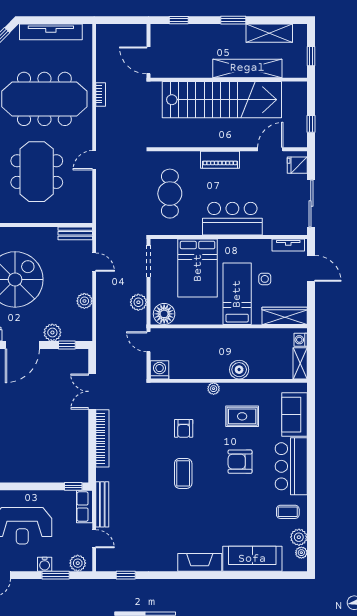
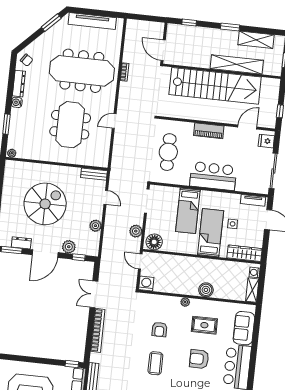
bed: (198, 268) -> (188, 211), width x0.67

